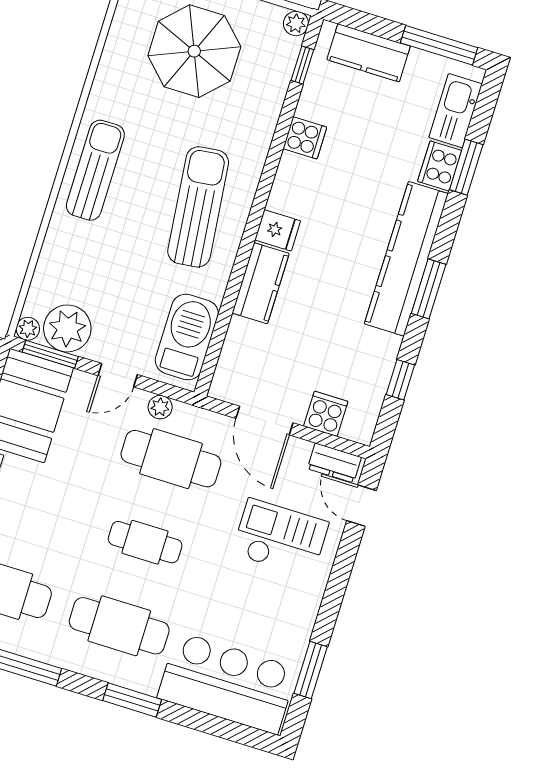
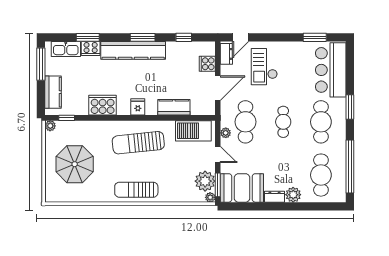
cooker: (305, 138) -> (103, 105), width x1.87, depth x1.31
kitchen counter: (261, 283) -> (174, 107), moved

